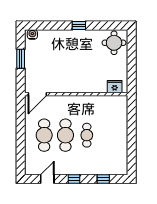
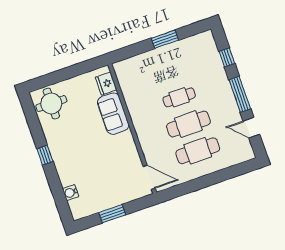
water cooler: (32, 34) -> (71, 193), moved
sofa: (92, 84) -> (113, 114), added
window: (132, 139) -> (165, 39), added
window: (74, 179) -> (240, 94), width x2.17

